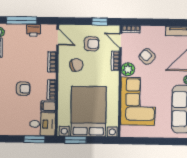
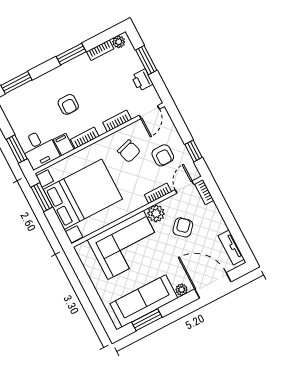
window: (22, 20) -> (146, 60), width x0.69

